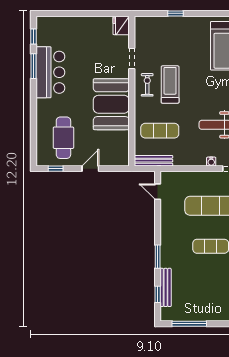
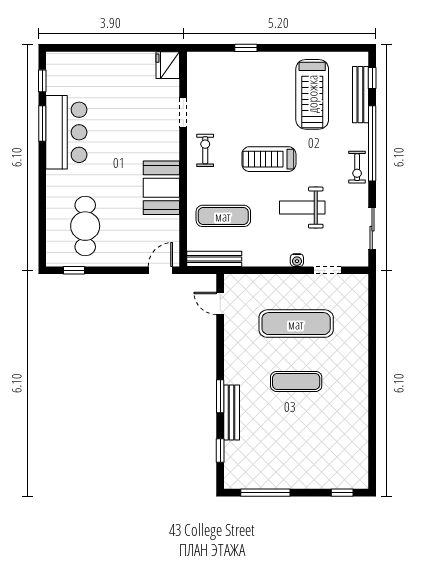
treadmill: (170, 85) -> (269, 159), moved, turned -90
booth: (111, 104) -> (161, 188), width x0.73, depth x0.70
door: (90, 169) -> (160, 270), moved
bench: (166, 287) -> (232, 412), moved

